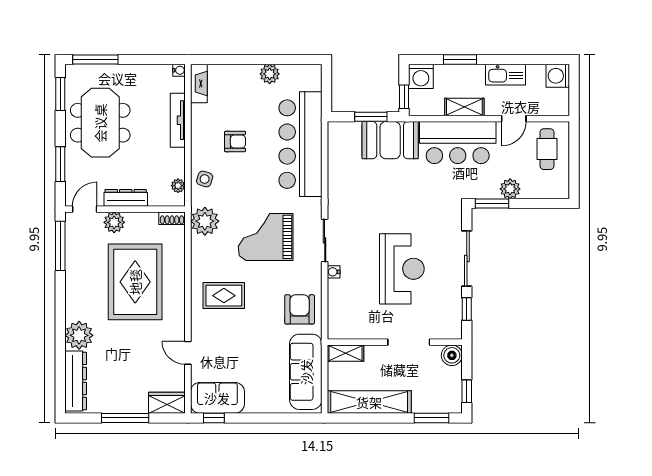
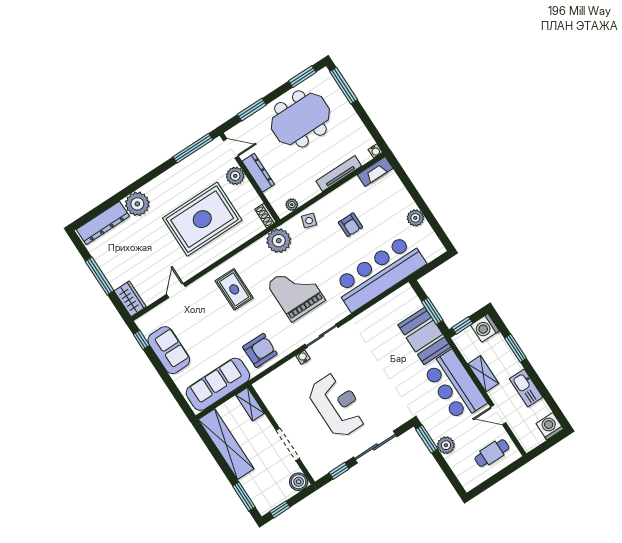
reception desk: (402, 269) -> (337, 405), turned -90
sofa: (217, 398) -> (169, 350), moved

